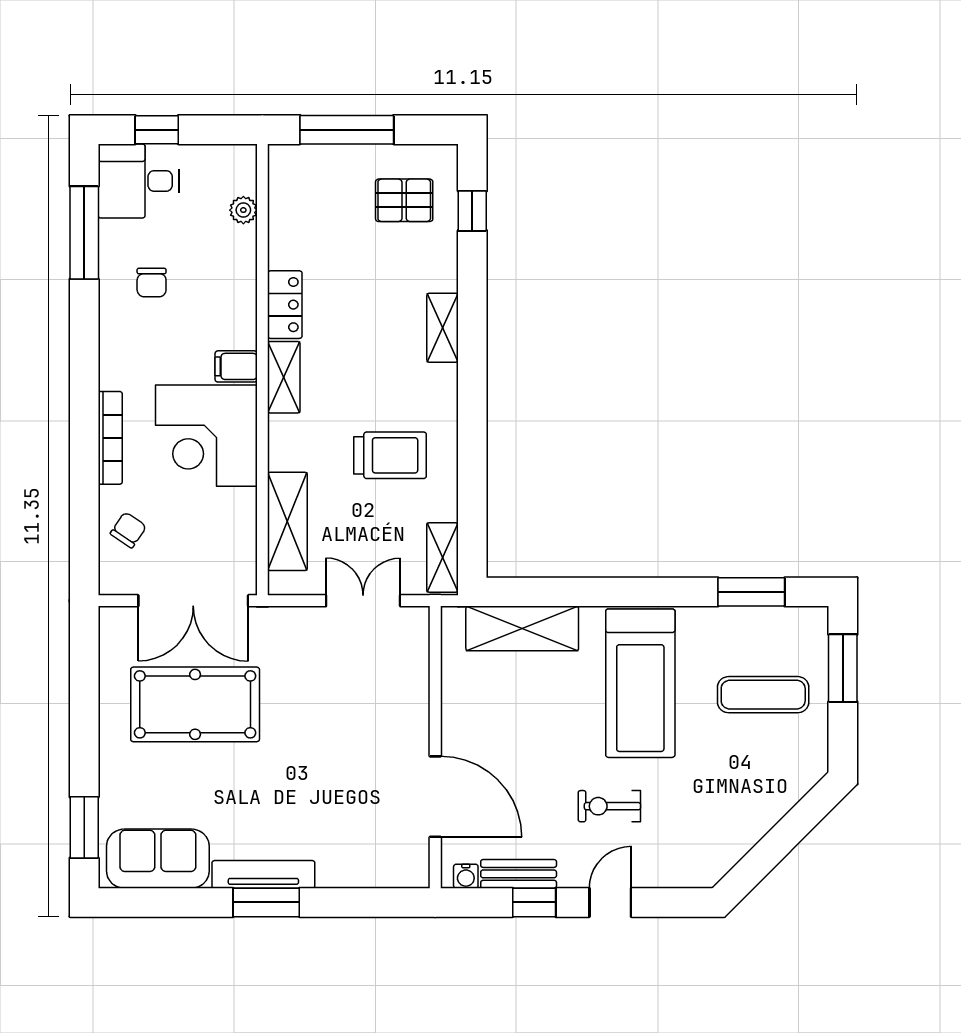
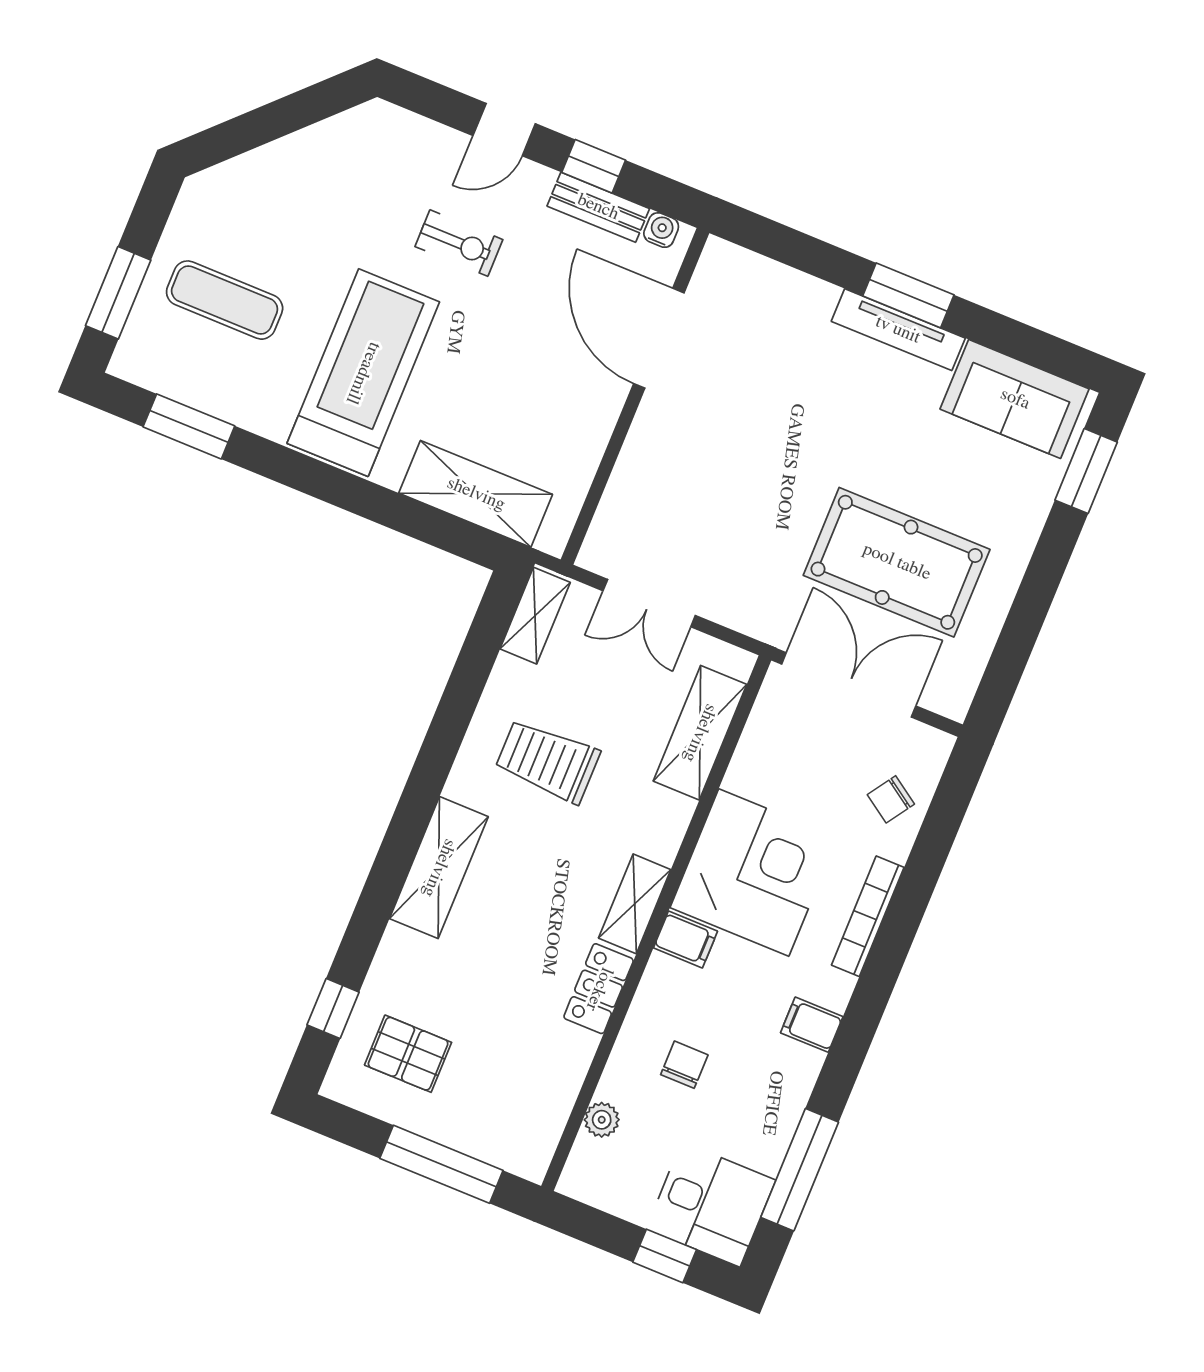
chair: (152, 283) -> (684, 1065), moved
shelving: (443, 328) -> (439, 868), width x1.50, depth x1.33
filing cabinet: (119, 342) -> (812, 1025), added

